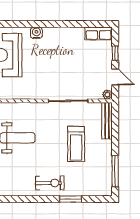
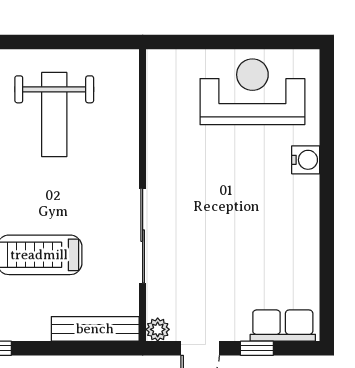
row of seats: (99, 33) -> (283, 326), moved, turned 90

